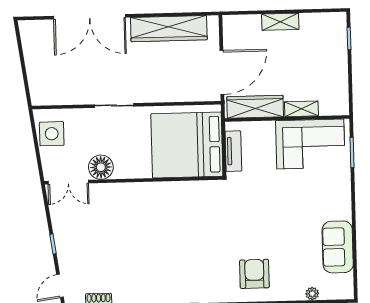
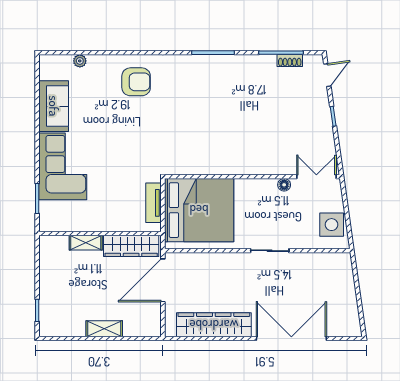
corner sofa: (310, 144) -> (63, 166), moved, turned 90
floor lamp: (101, 167) -> (284, 185), width x0.53, depth x0.53
armchair: (254, 274) -> (136, 82), turned -90

